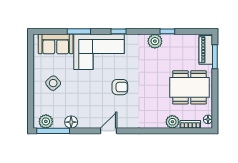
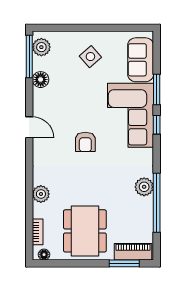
window: (118, 31) -> (157, 125), moved
window: (167, 31) -> (157, 203), width x3.17
plant: (172, 122) -> (41, 194), moved

